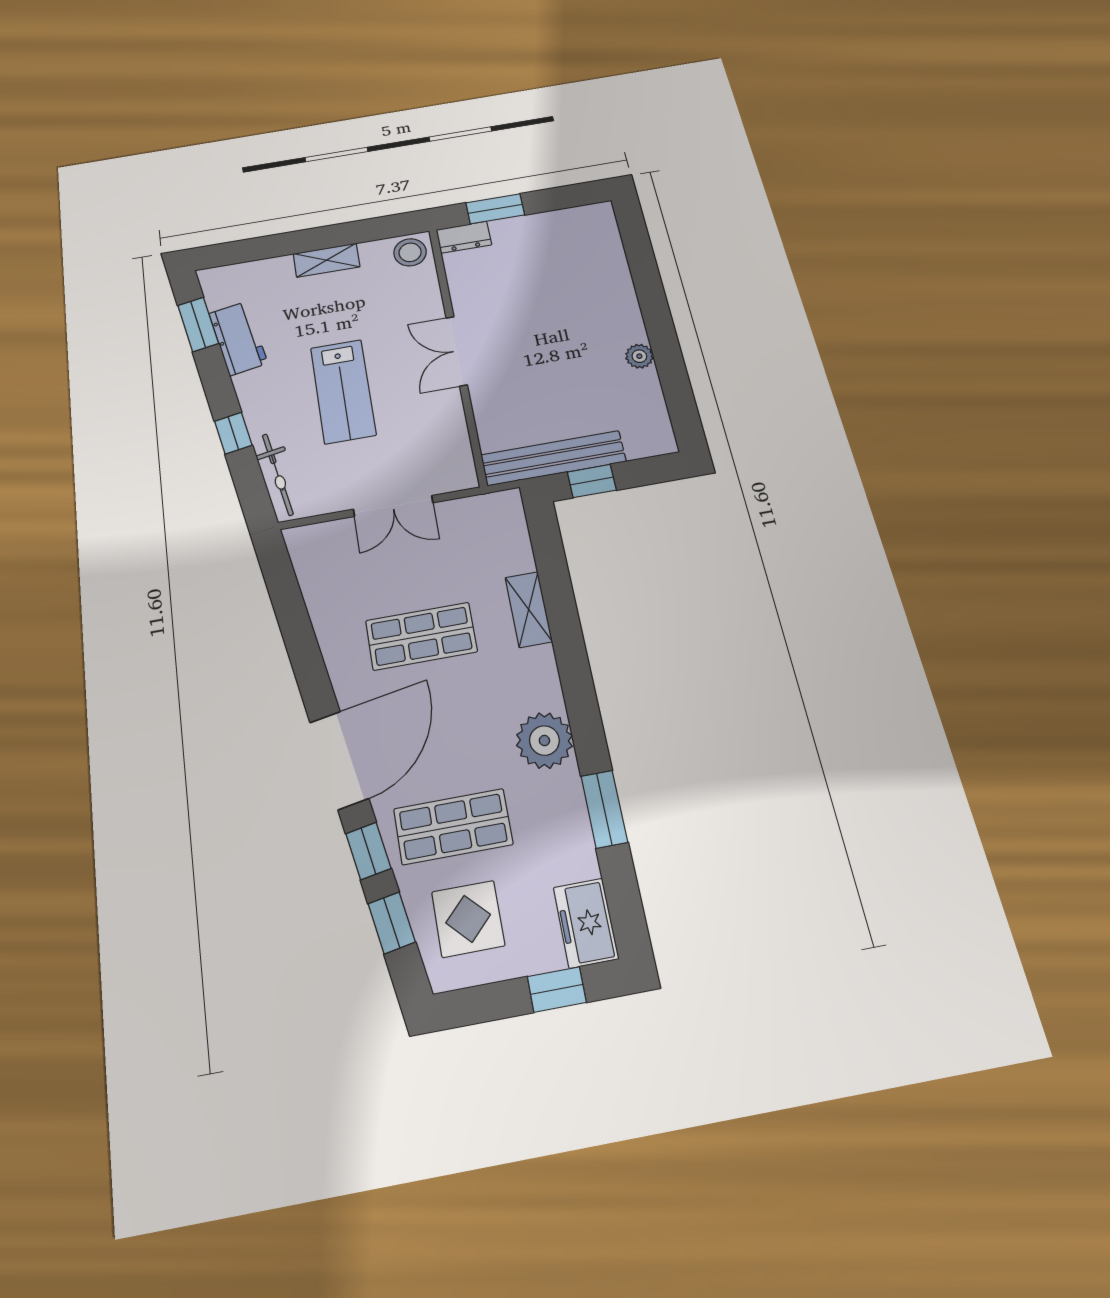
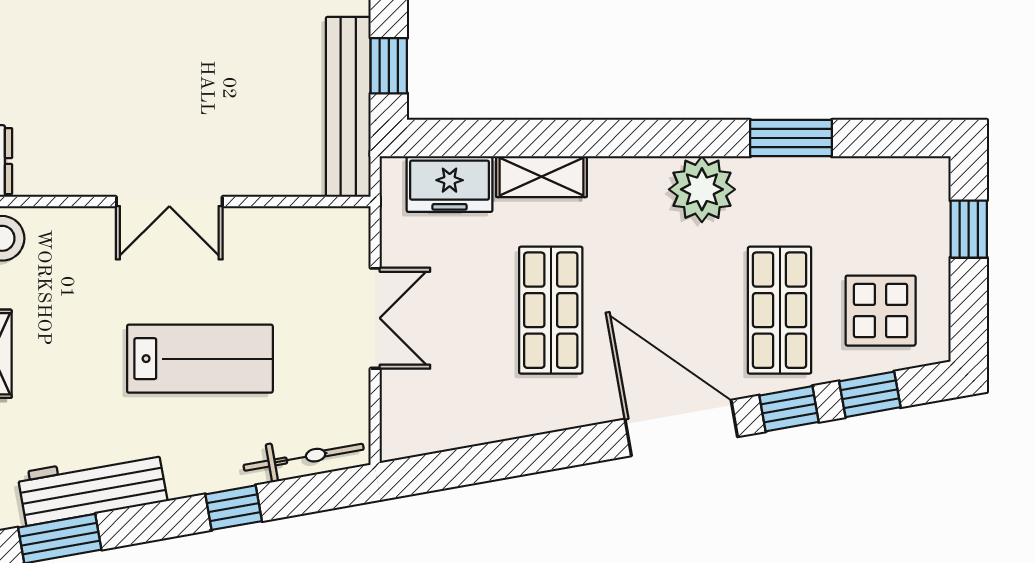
workbench: (238, 338) -> (92, 487), width x1.38
freezer: (586, 923) -> (450, 184), moved

